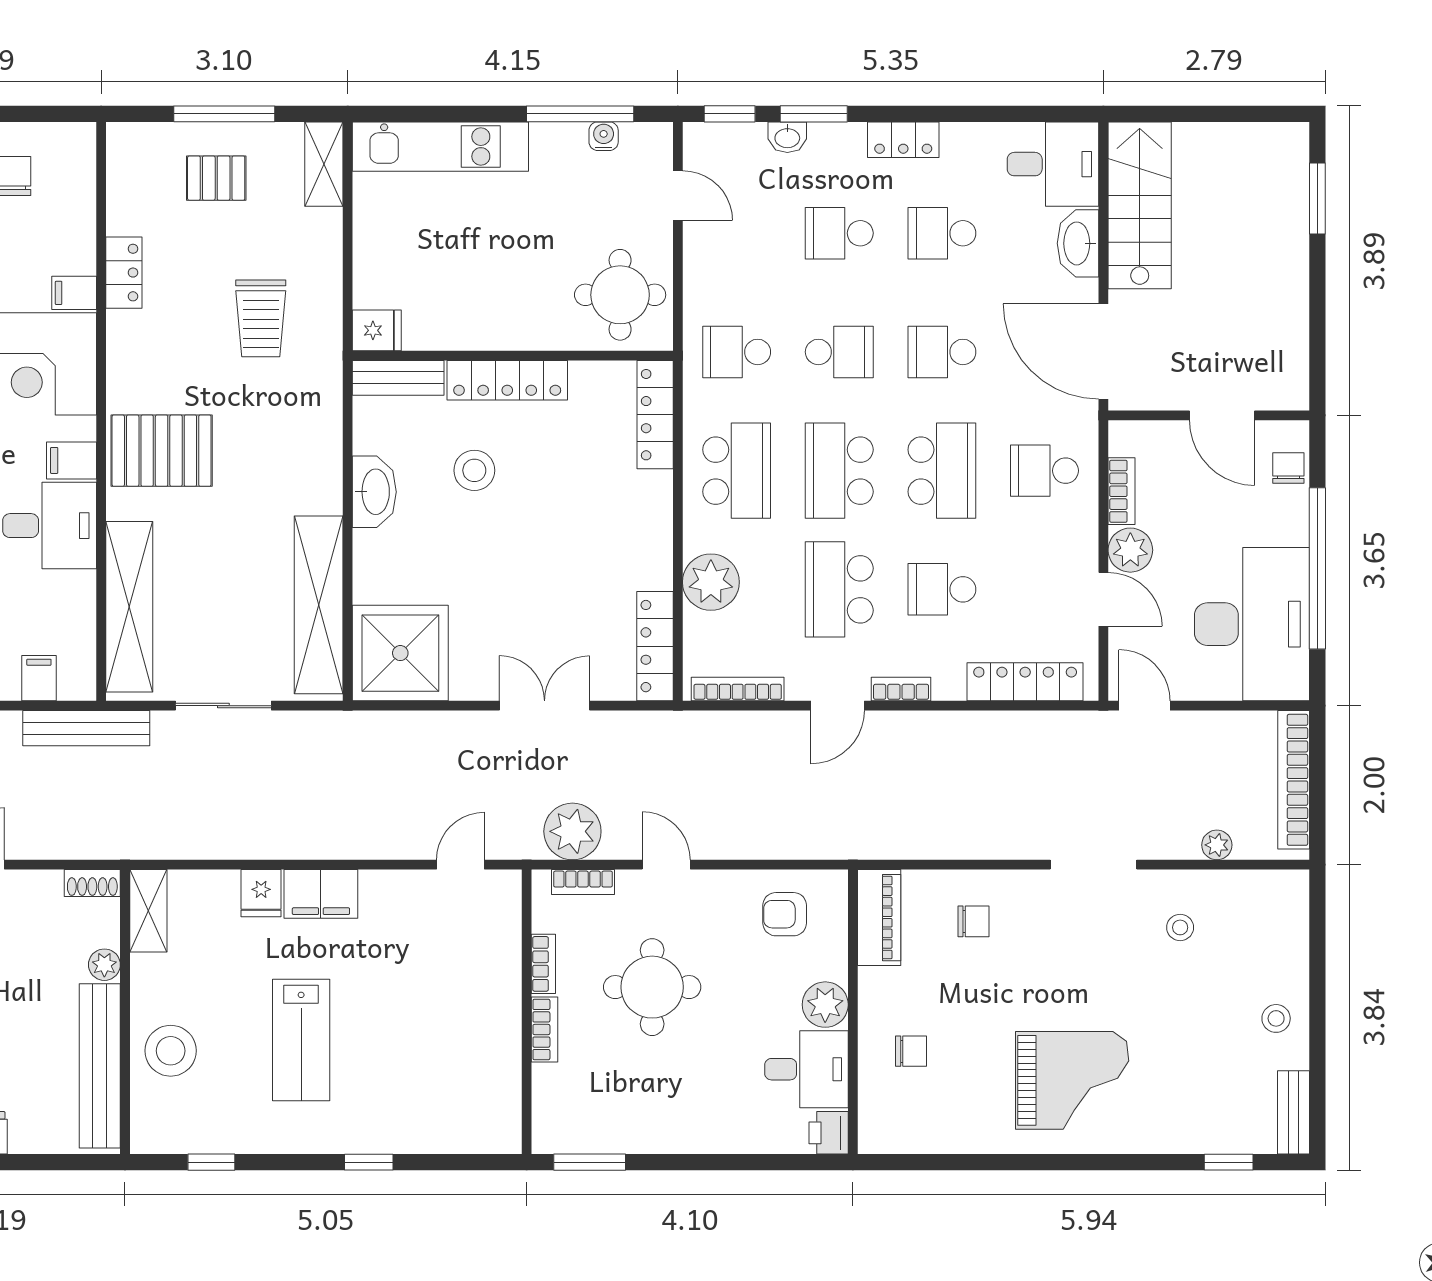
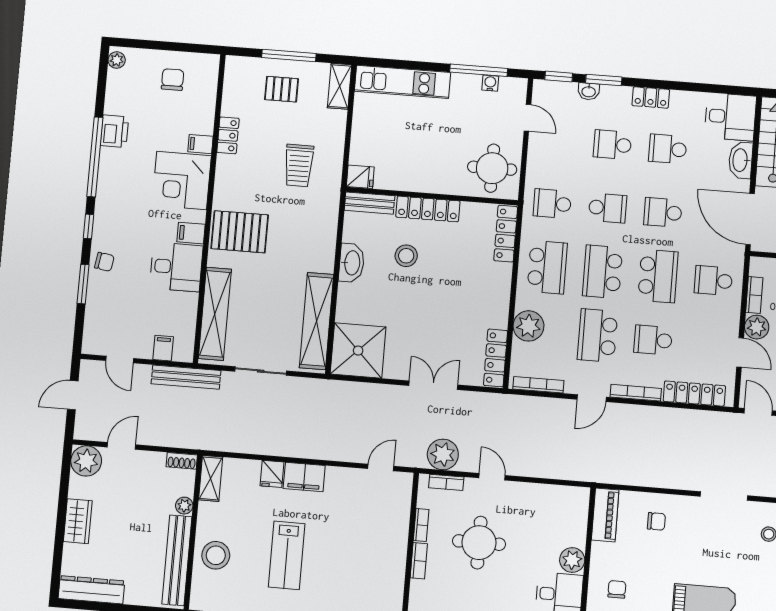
bookcase: (901, 689) -> (636, 393), width x1.56
armchair: (785, 914) -> (554, 509), removed
chair: (911, 1051) -> (617, 589), turned -90

